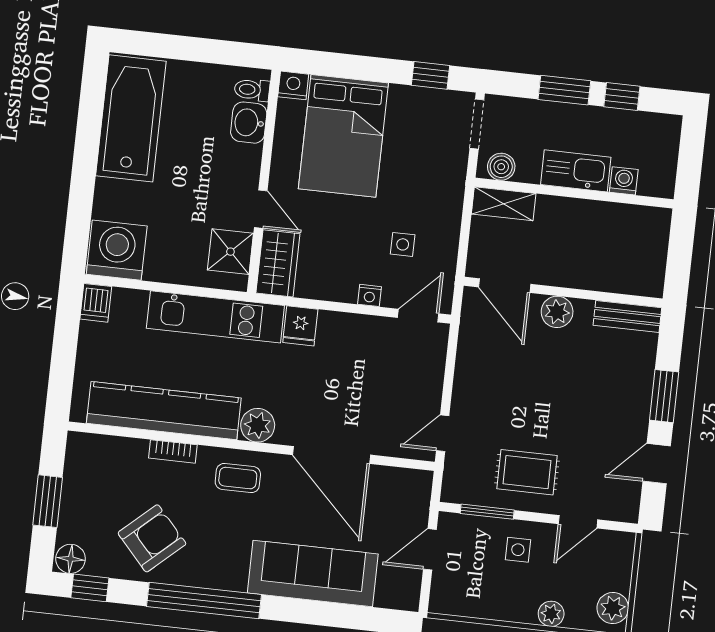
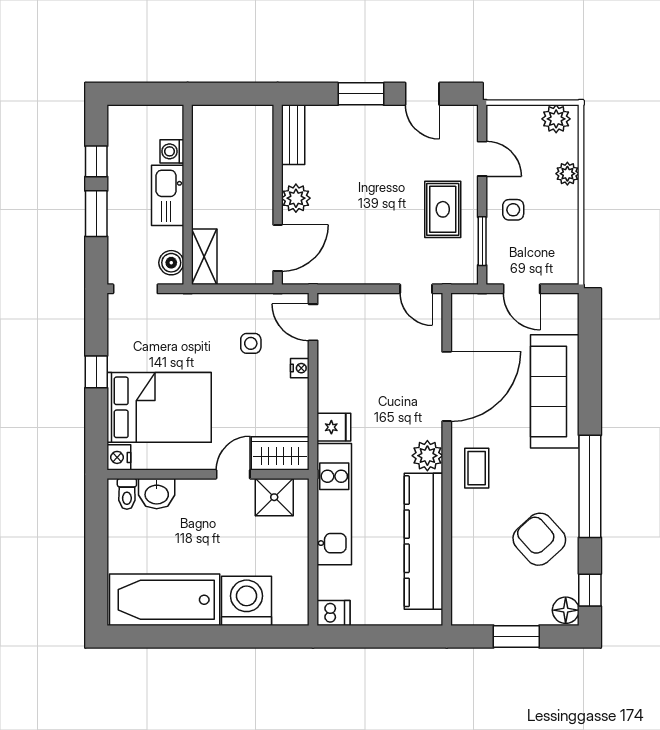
window: (431, 75) -> (96, 372), moved
washing machine: (117, 250) -> (247, 601), moved, turned 90
bookcase: (173, 451) -> (459, 529), removed

